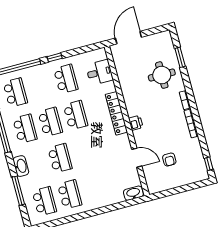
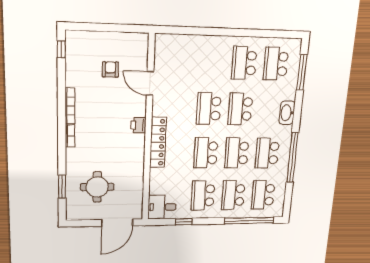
window: (55, 57) -> (184, 222), moved
desk: (99, 72) -> (162, 207), moved
round table: (162, 75) -> (97, 187), moved
school desk: (41, 86) -> (233, 195), added
school desk: (85, 151) -> (209, 108), added
window: (18, 191) -> (302, 72), moved
washbasin: (133, 193) -> (168, 41), removed

